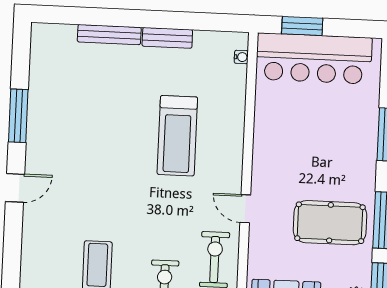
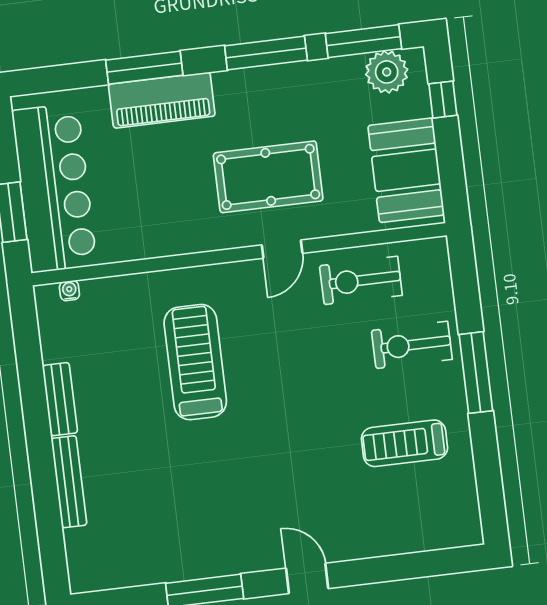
treadmill: (177, 136) -> (195, 362), turned -90
piano: (362, 143) -> (162, 100), added
pool table: (330, 223) -> (268, 177), moved, turned 90

